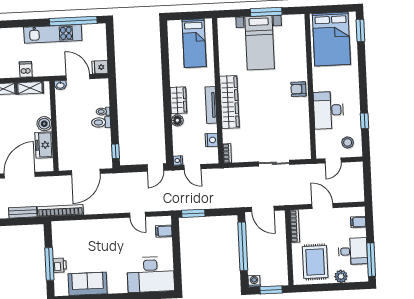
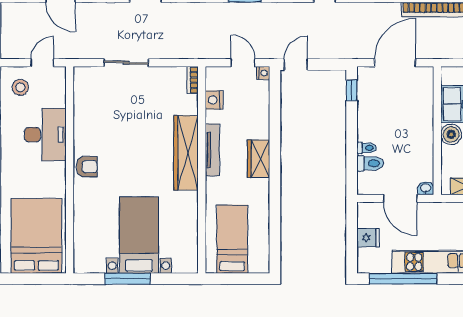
fridge: (100, 67) -> (368, 238), moved
floor lamp: (177, 120) -> (261, 130), removed
toilet: (101, 122) -> (370, 163), moved

